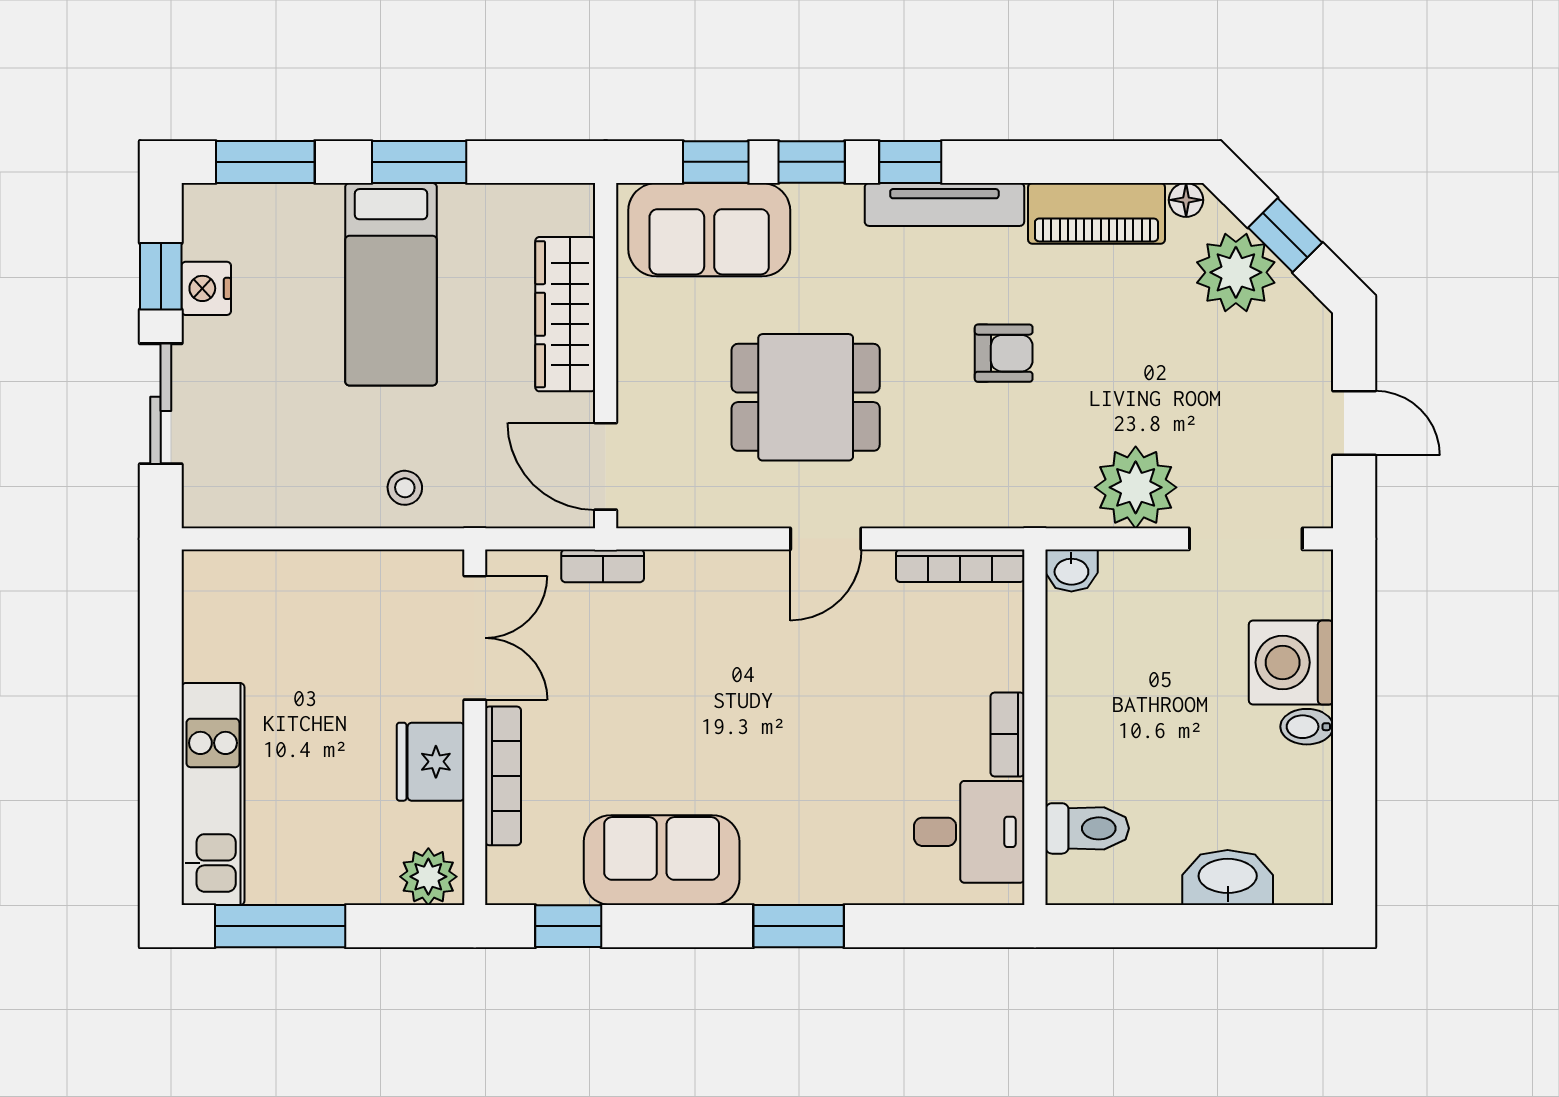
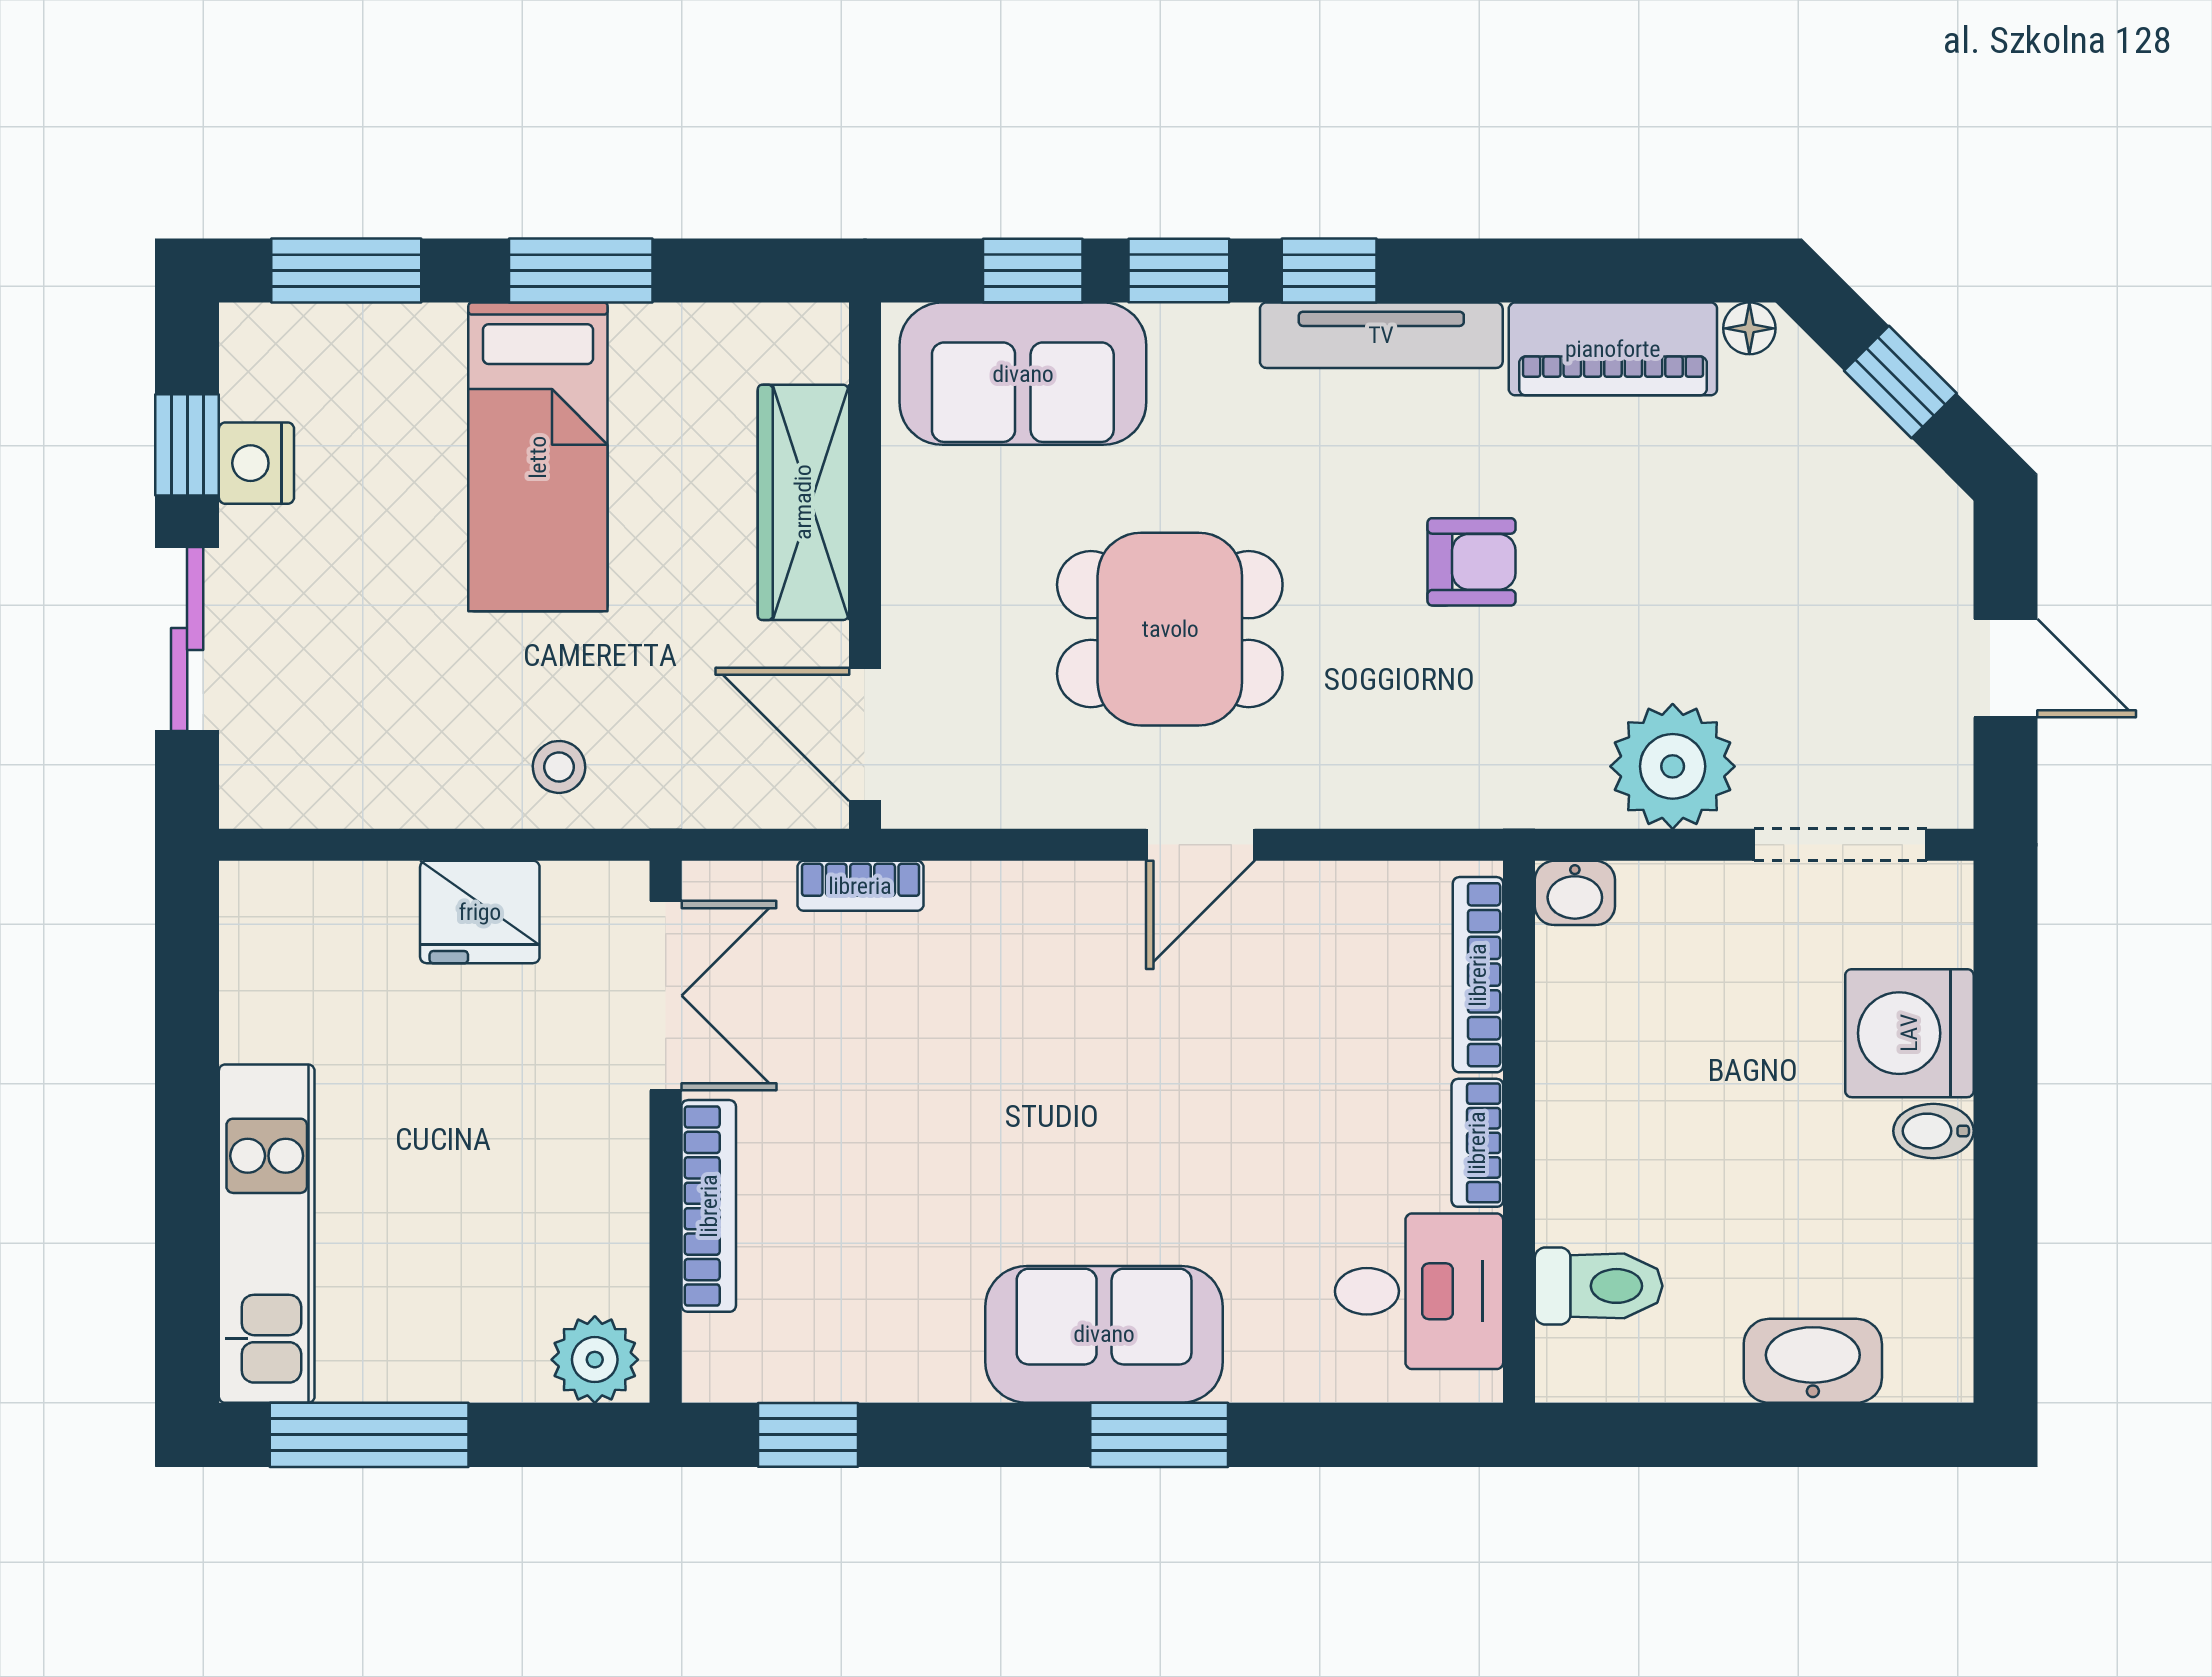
plant: (1236, 272) -> (1825, 439), removed
bookcase: (960, 566) -> (1478, 975), moved, turned 90
fridge: (431, 762) -> (480, 912), moved, turned -90
sofa: (662, 860) -> (1104, 1334), moved

